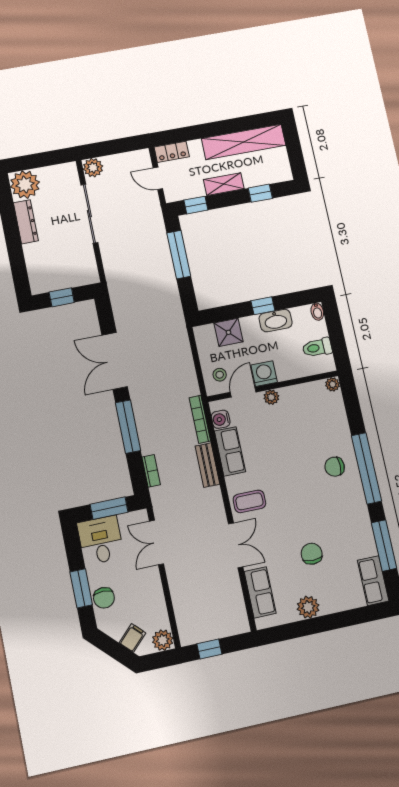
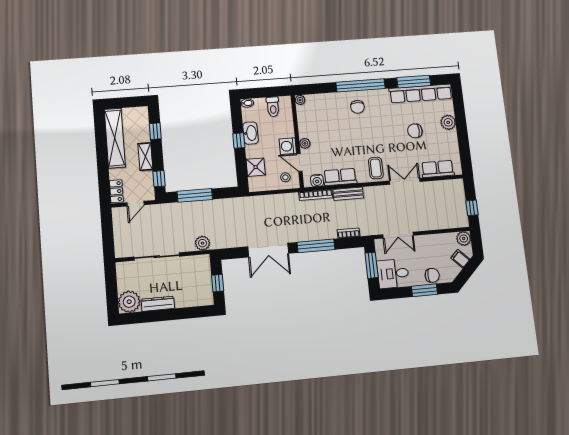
plant: (93, 168) -> (202, 243), moved
row of seats: (373, 581) -> (421, 93), width x2.02
plant: (308, 607) -> (448, 122), moved

